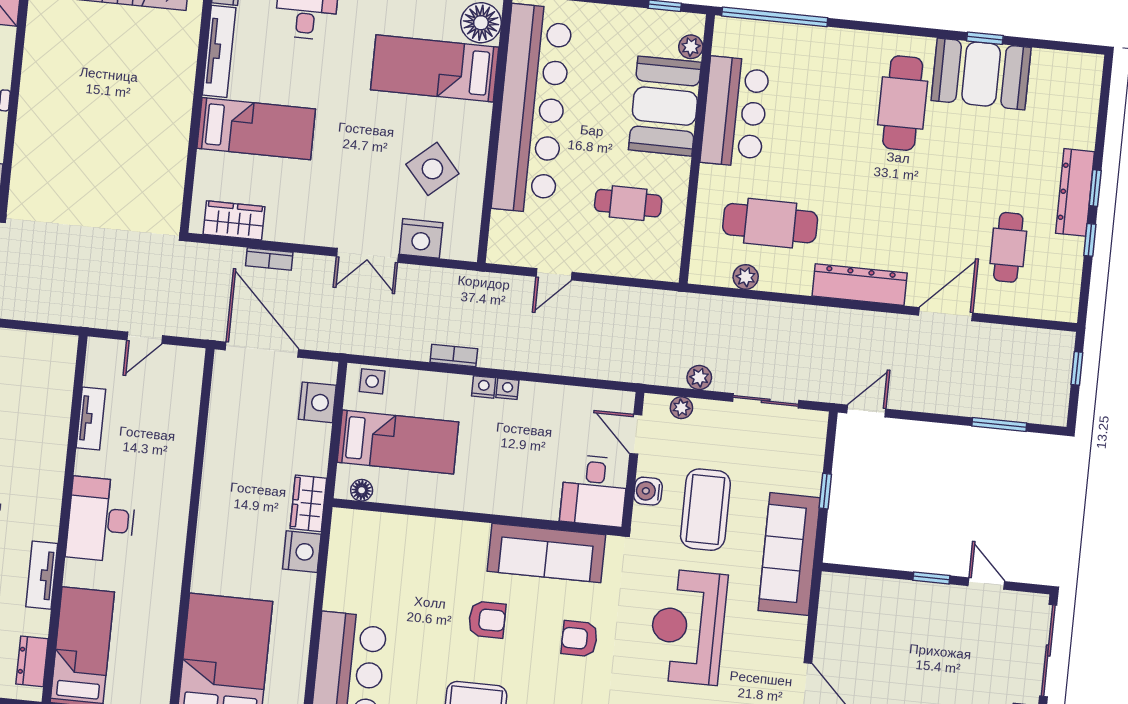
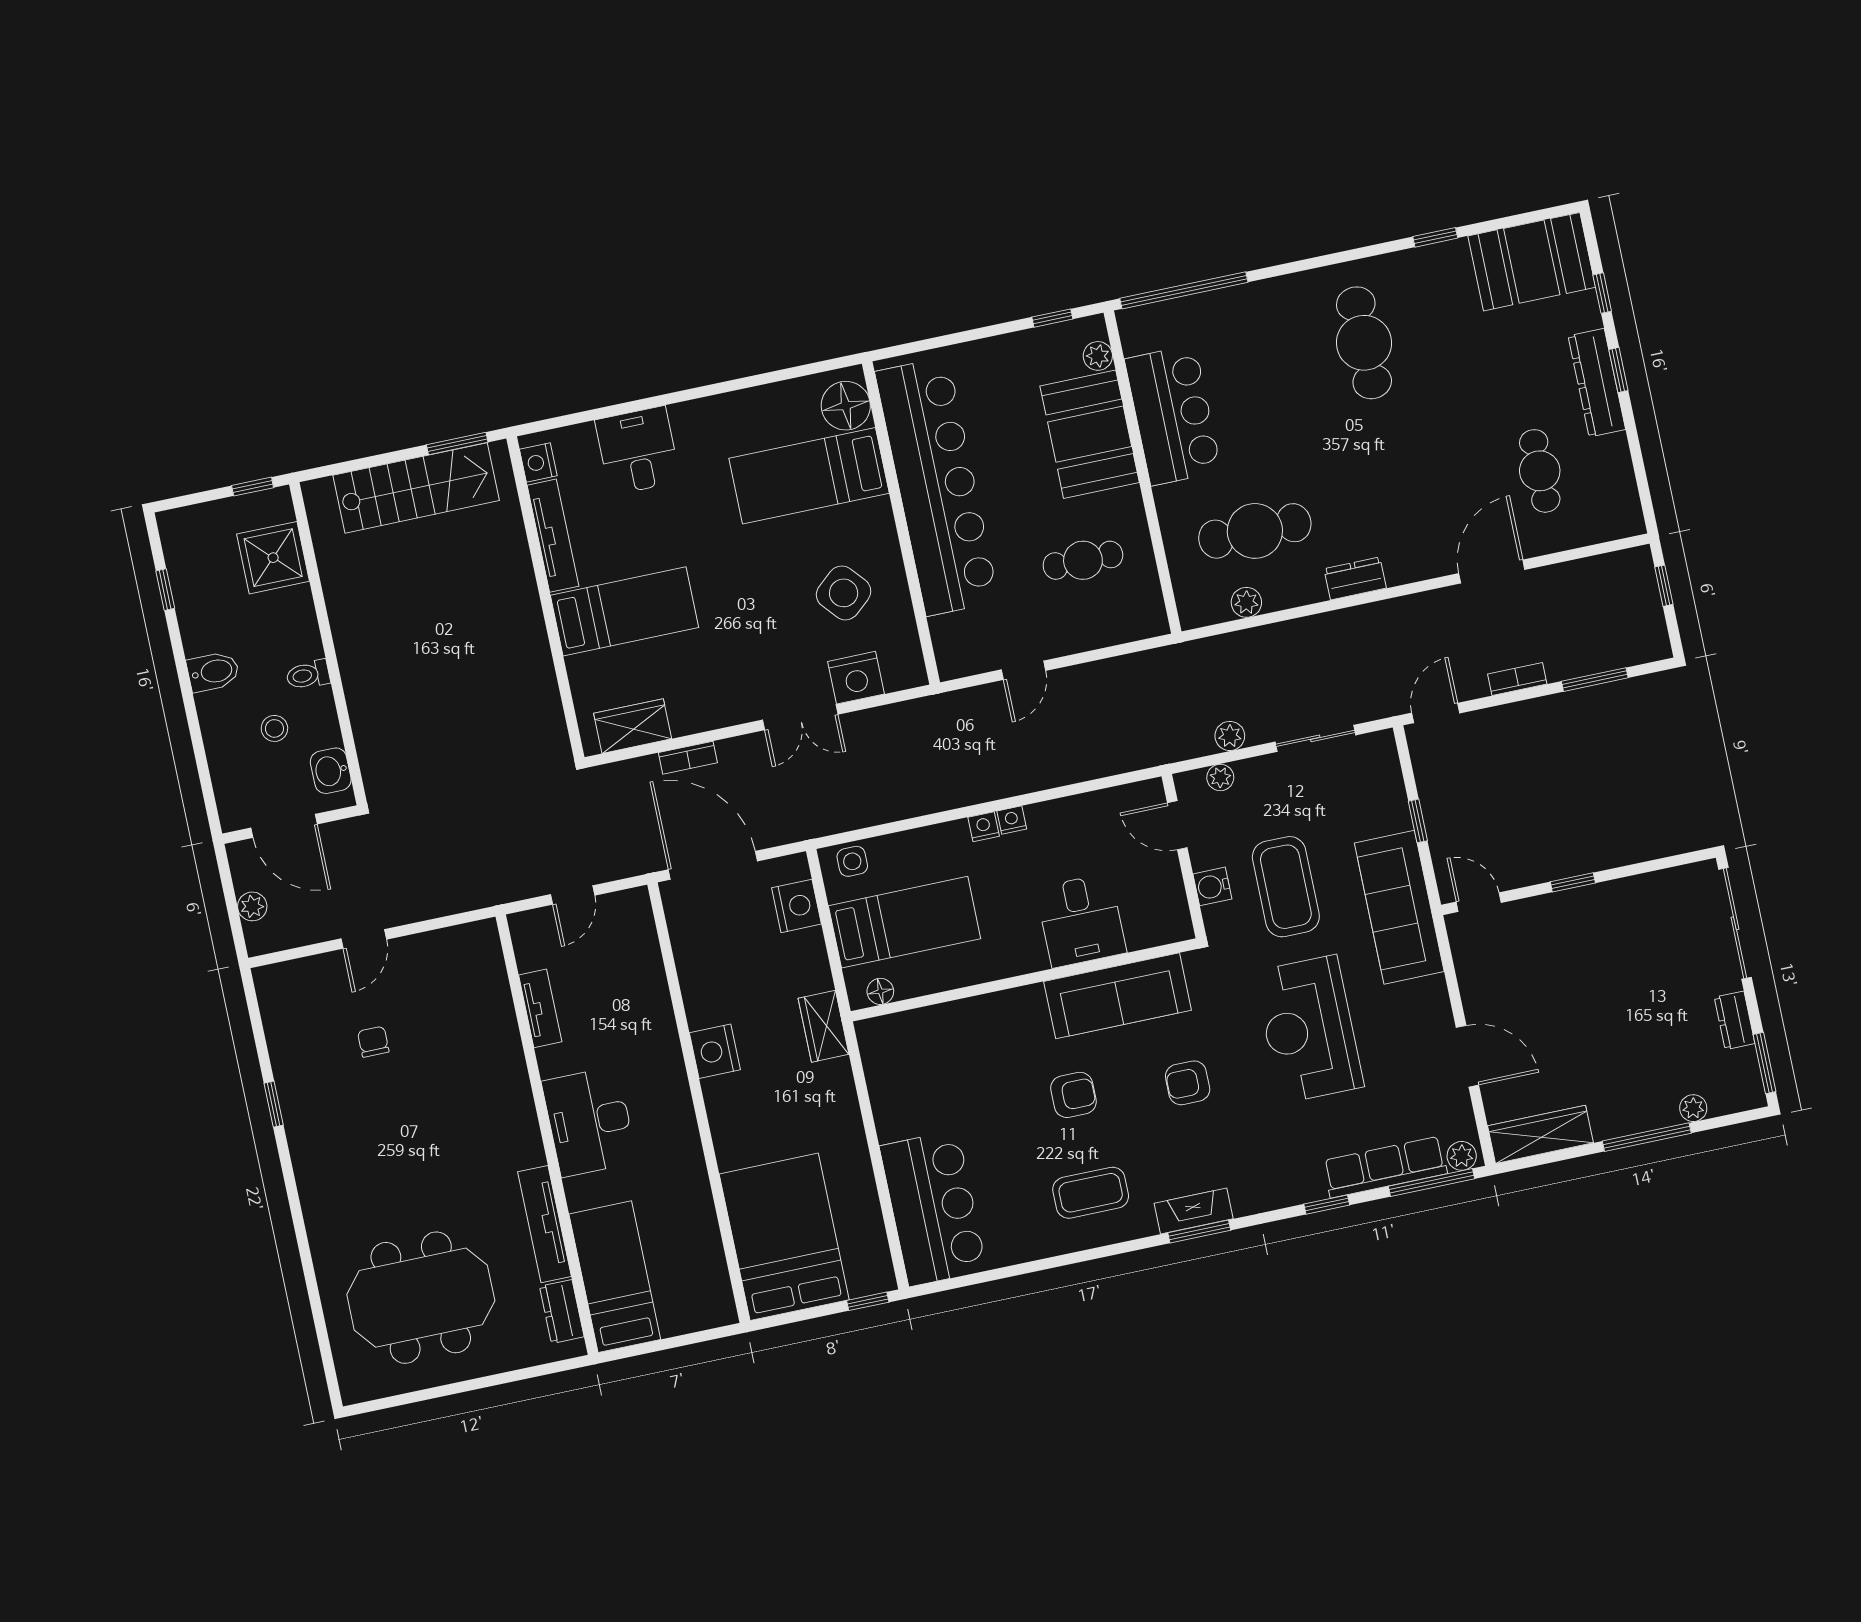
booth: (981, 74) -> (1532, 262), moved
window: (1090, 240) -> (1602, 293), moved
dresser: (860, 285) -> (1355, 578), width x0.51, depth x0.80
bookcase: (454, 356) -> (1517, 679), moved
desk: (594, 491) -> (1081, 920), moved
nightstand: (302, 552) -> (715, 1051), moved, turned 180
tv unit: (42, 575) -> (545, 1224), width x1.41
door: (986, 584) -> (1479, 902), moved

